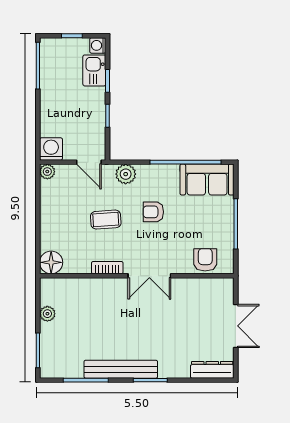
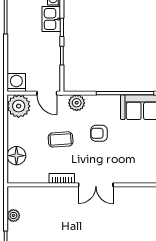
plant: (47, 172) -> (19, 106), width x1.87, depth x1.87
armchair: (205, 260) -> (141, 172), removed
floor lamp: (51, 262) -> (16, 156), moved

